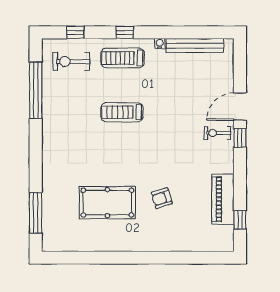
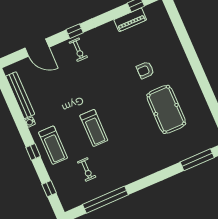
exercise bike: (71, 62) -> (87, 170), moved, width x0.73, depth x0.72
door: (240, 107) -> (37, 48), moved
armchair: (162, 198) -> (145, 70), turned 107
piano: (223, 199) -> (130, 20), width x0.73, depth x0.75

